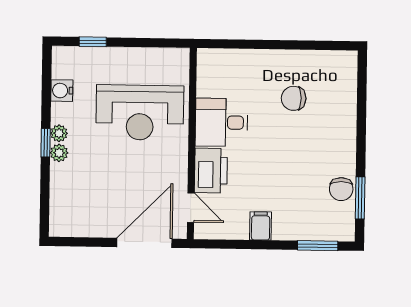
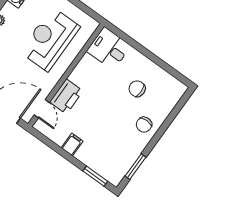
reception desk: (140, 113) -> (50, 39), turned 90
desk: (221, 122) -> (109, 49), moved
chair: (341, 189) -> (144, 125), moved

